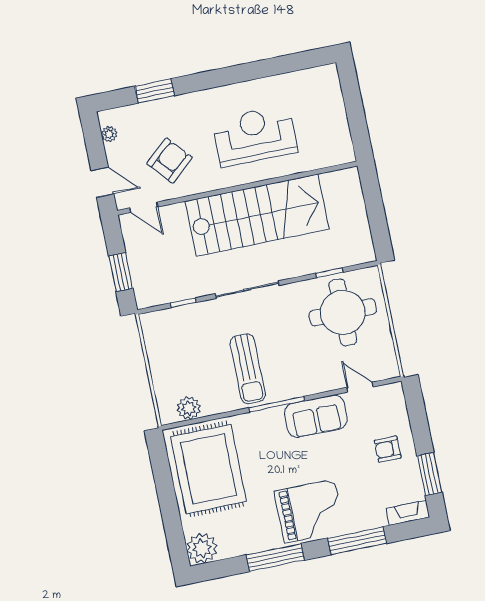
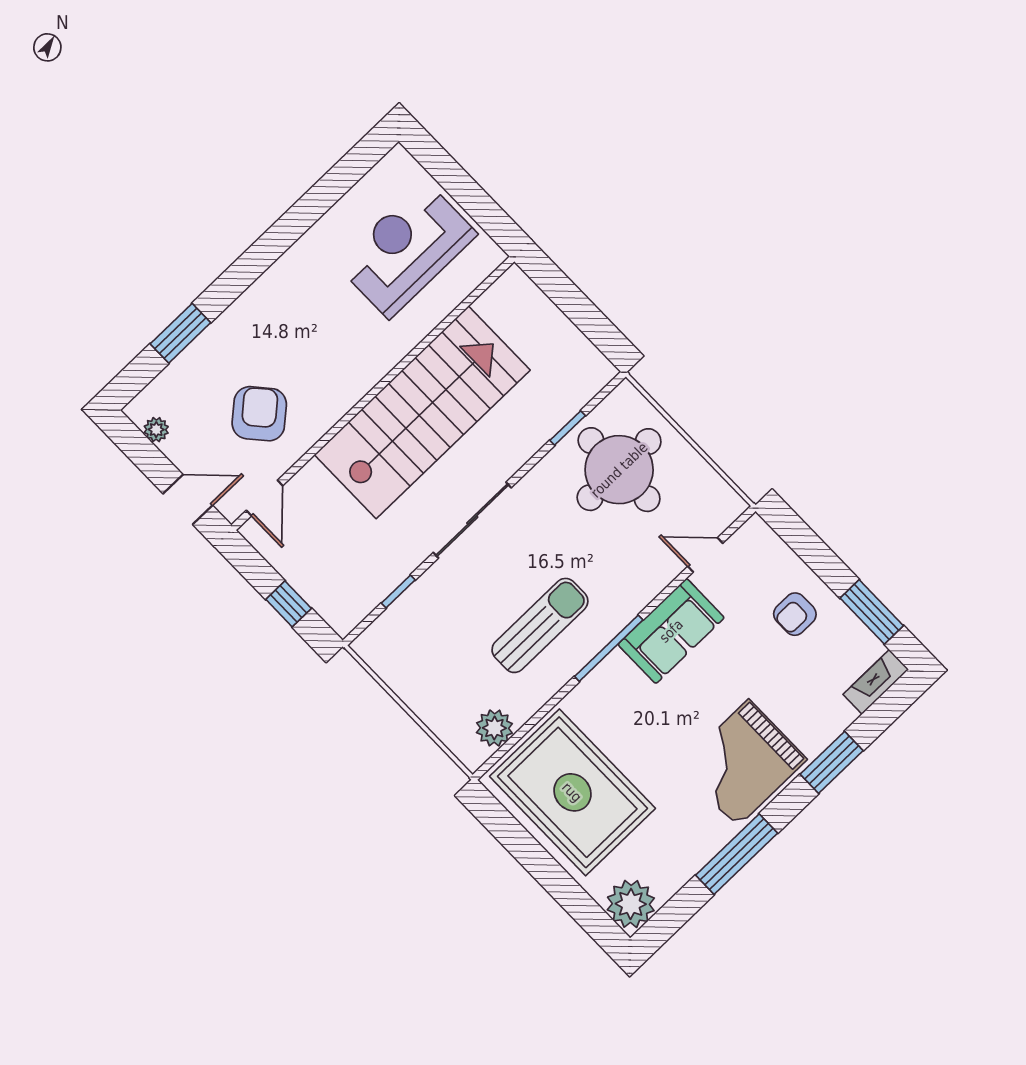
reception desk: (255, 136) -> (407, 249), moved
door: (144, 207) -> (265, 498), hinge flipped
window: (121, 272) -> (289, 604), width x0.67
sun lounger: (248, 369) -> (540, 625), turned -90
grand piano: (309, 511) -> (743, 763), turned 180
window: (357, 541) -> (832, 762), width x0.69

